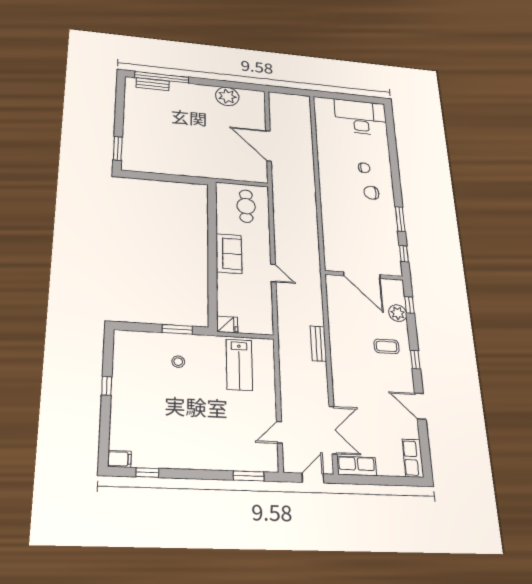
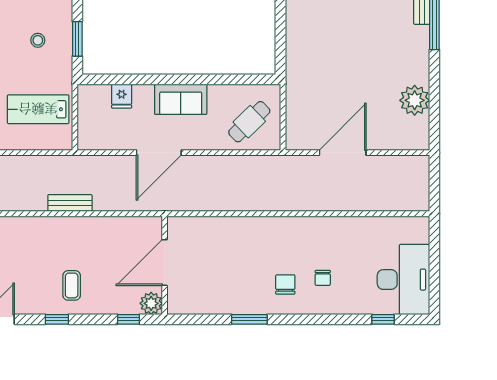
cafe table: (246, 206) -> (249, 122), turned -44
window: (404, 254) -> (383, 319), moved
door: (273, 273) -> (159, 153), width x1.87
plant: (398, 313) -> (151, 303), moved
fridge: (227, 325) -> (122, 96), moved

